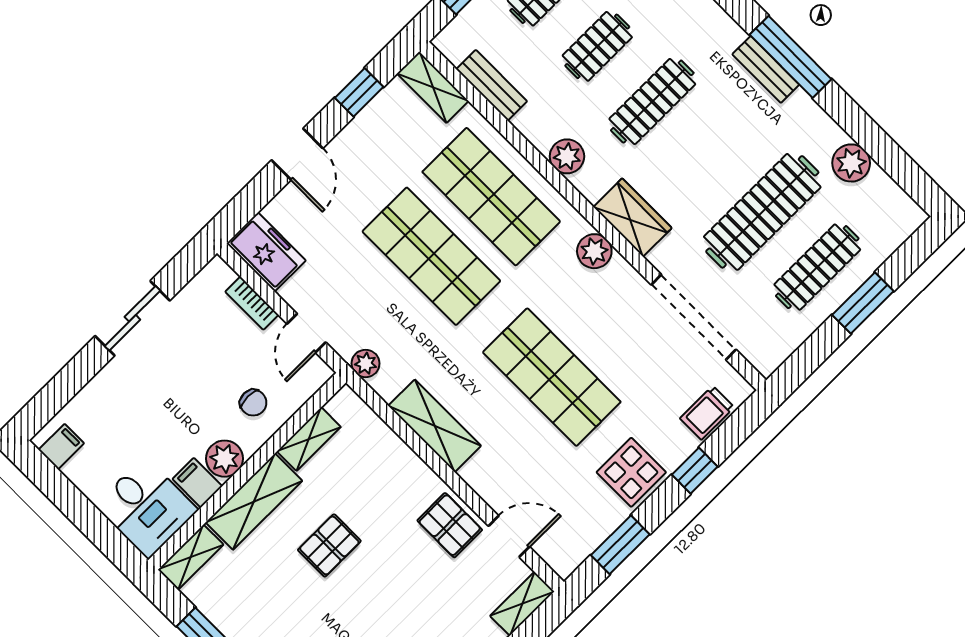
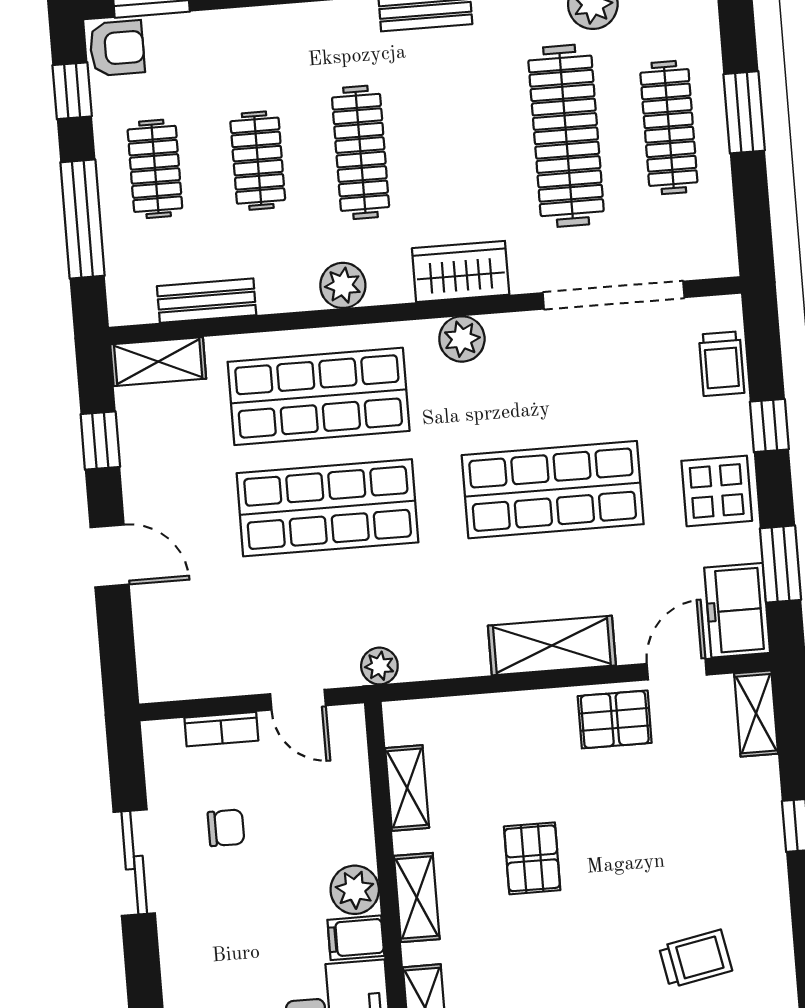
freezer: (266, 252) -> (737, 610), moved, turned -90
chair: (253, 403) -> (226, 828), moved
shelving: (435, 426) -> (552, 646), moved
shelving: (254, 502) -> (417, 897), width x0.67, depth x0.75

